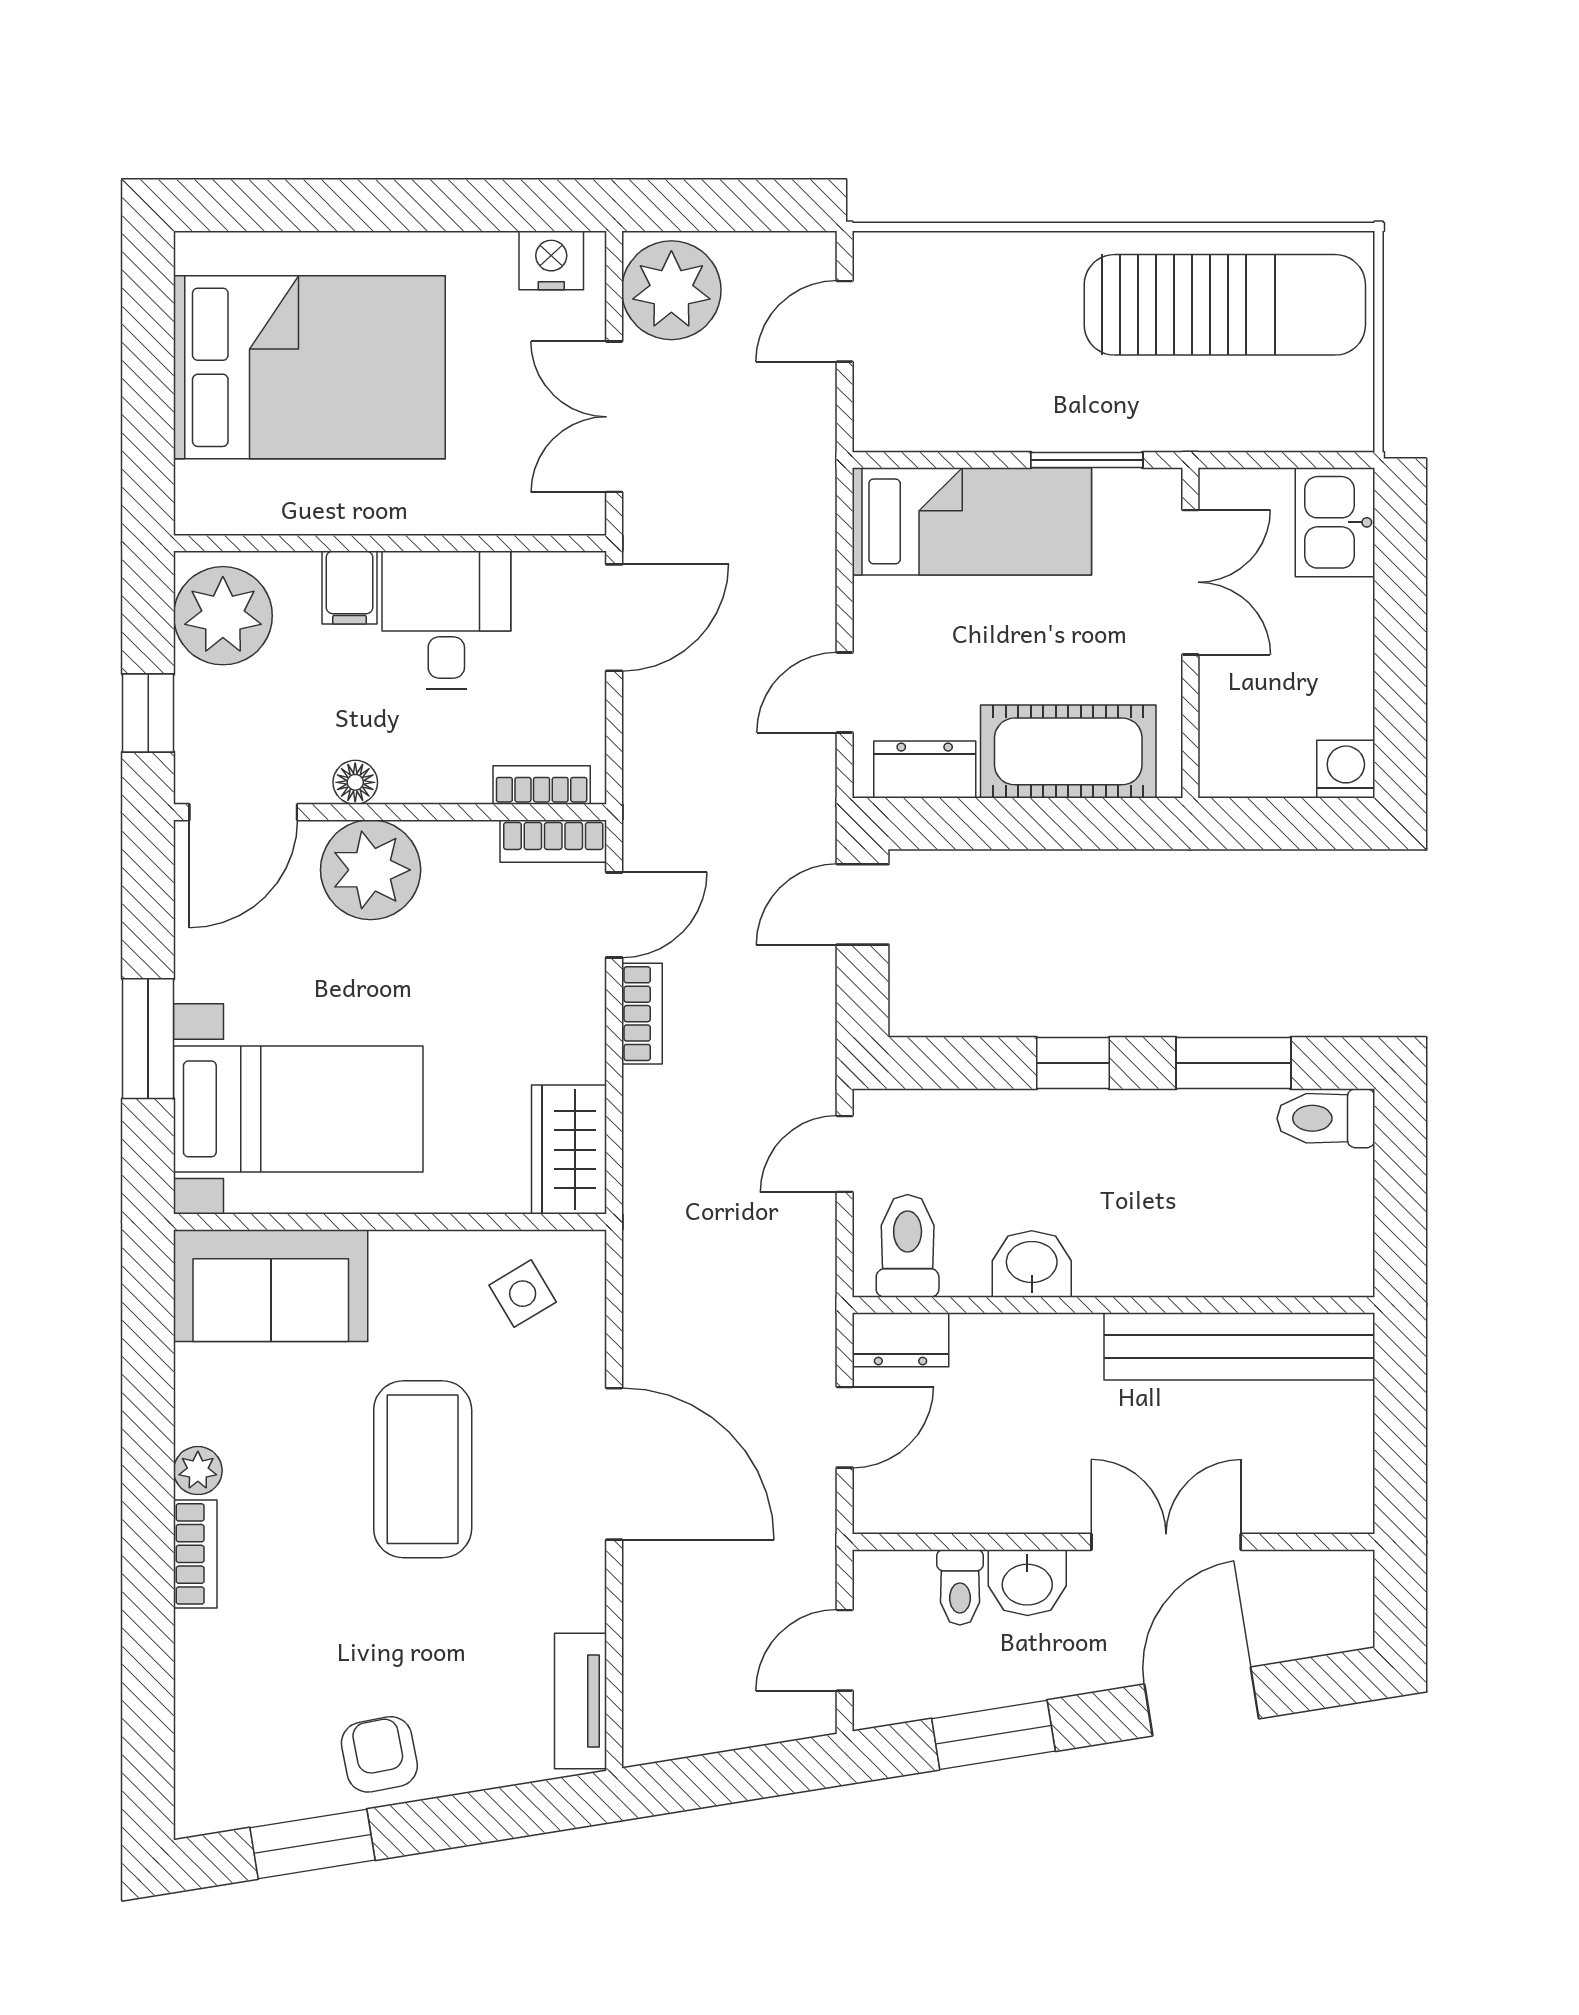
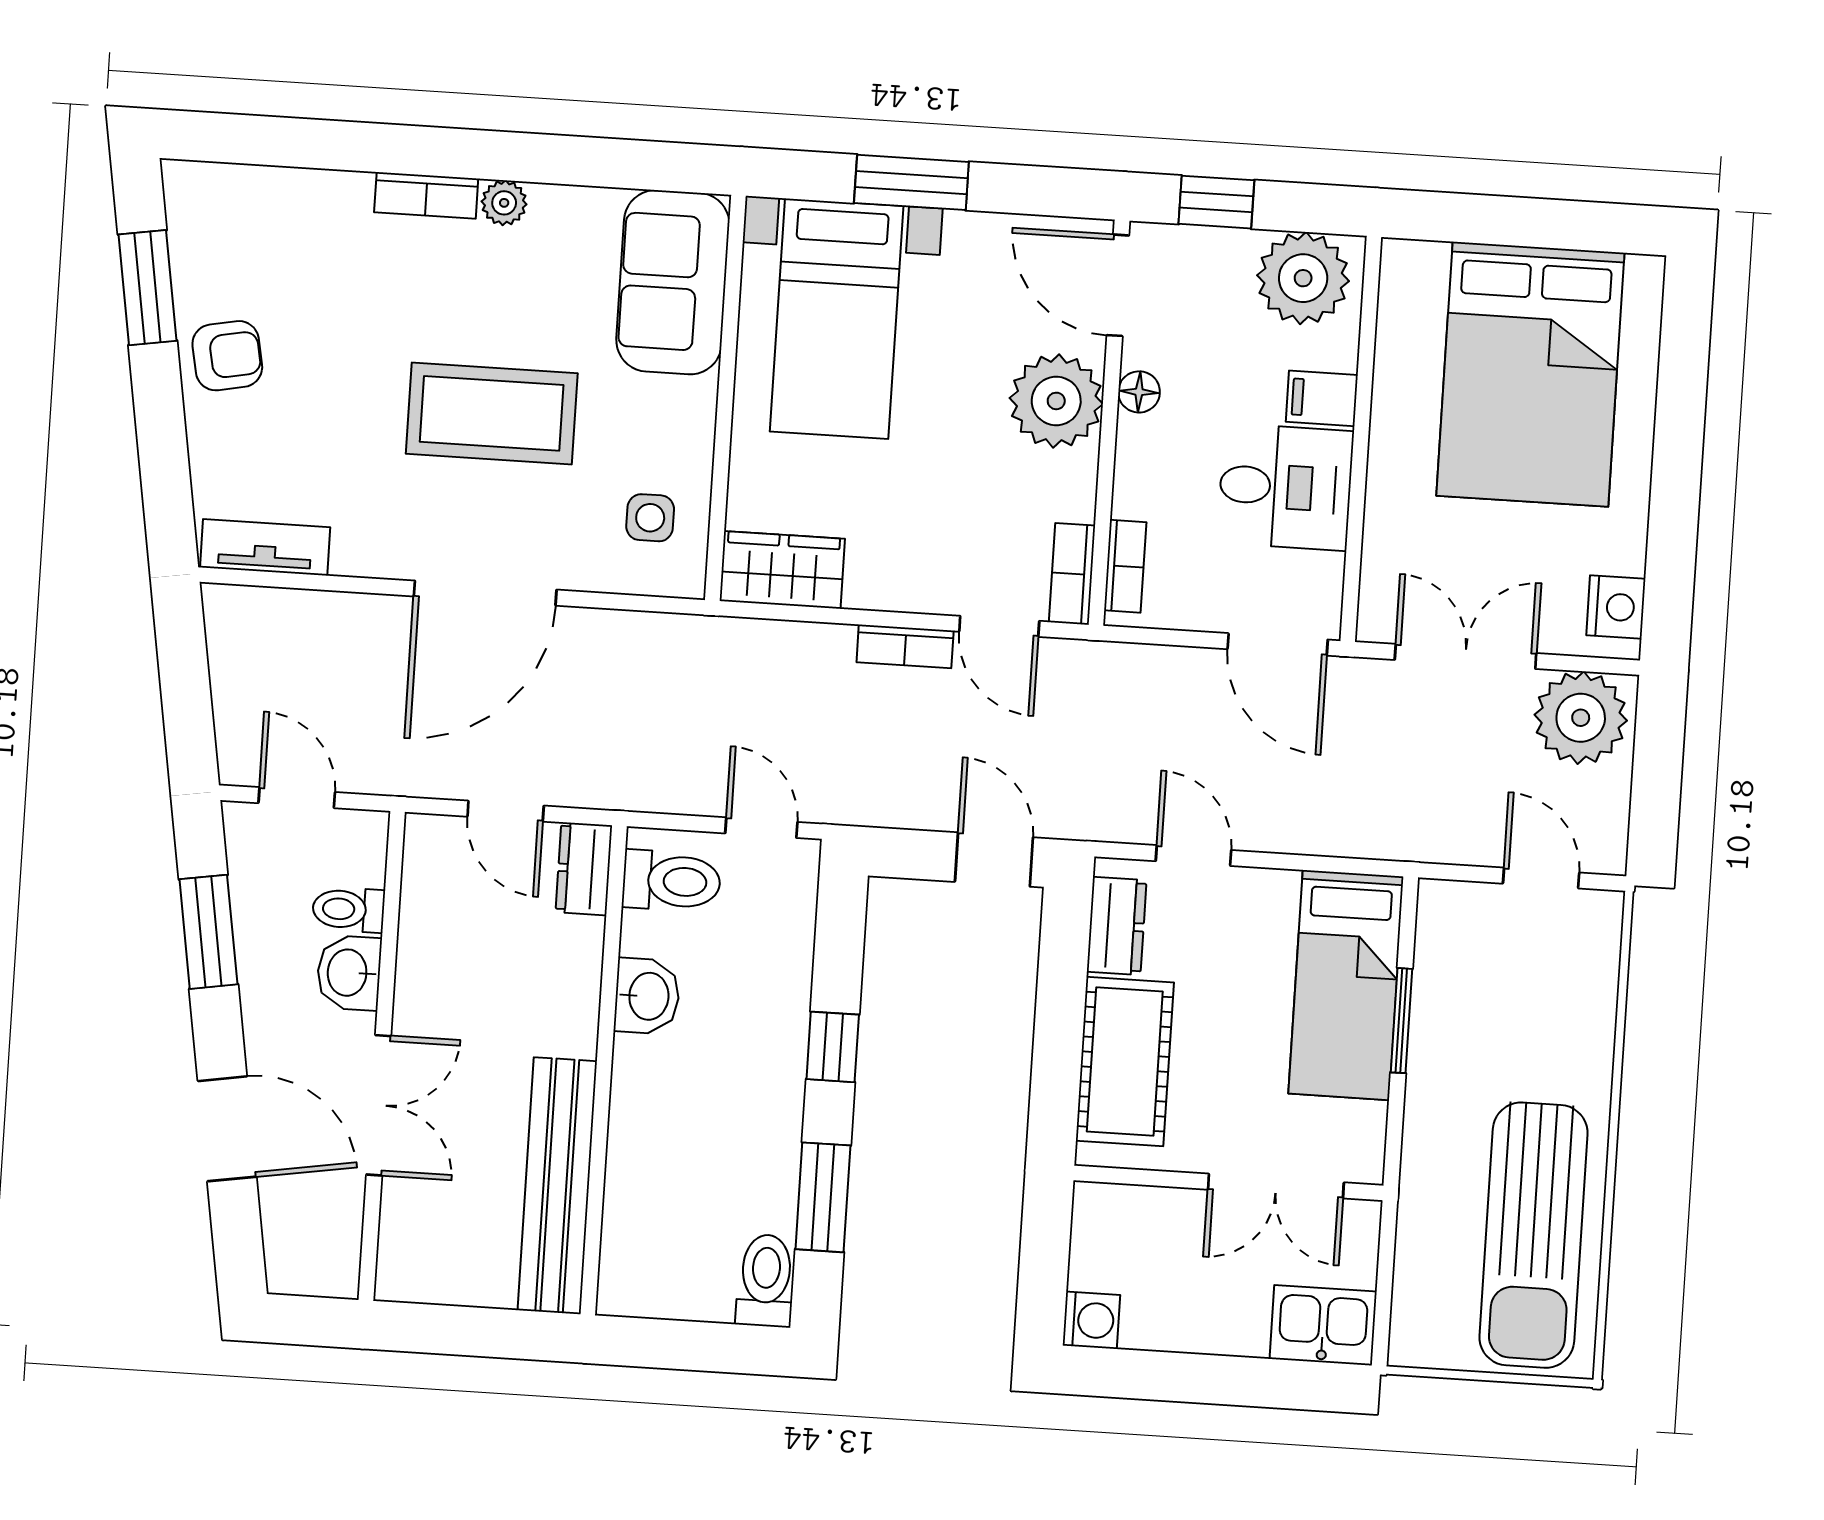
window: (1087, 460) -> (1401, 1021), moved
side table: (523, 1294) -> (650, 518), turned 31

